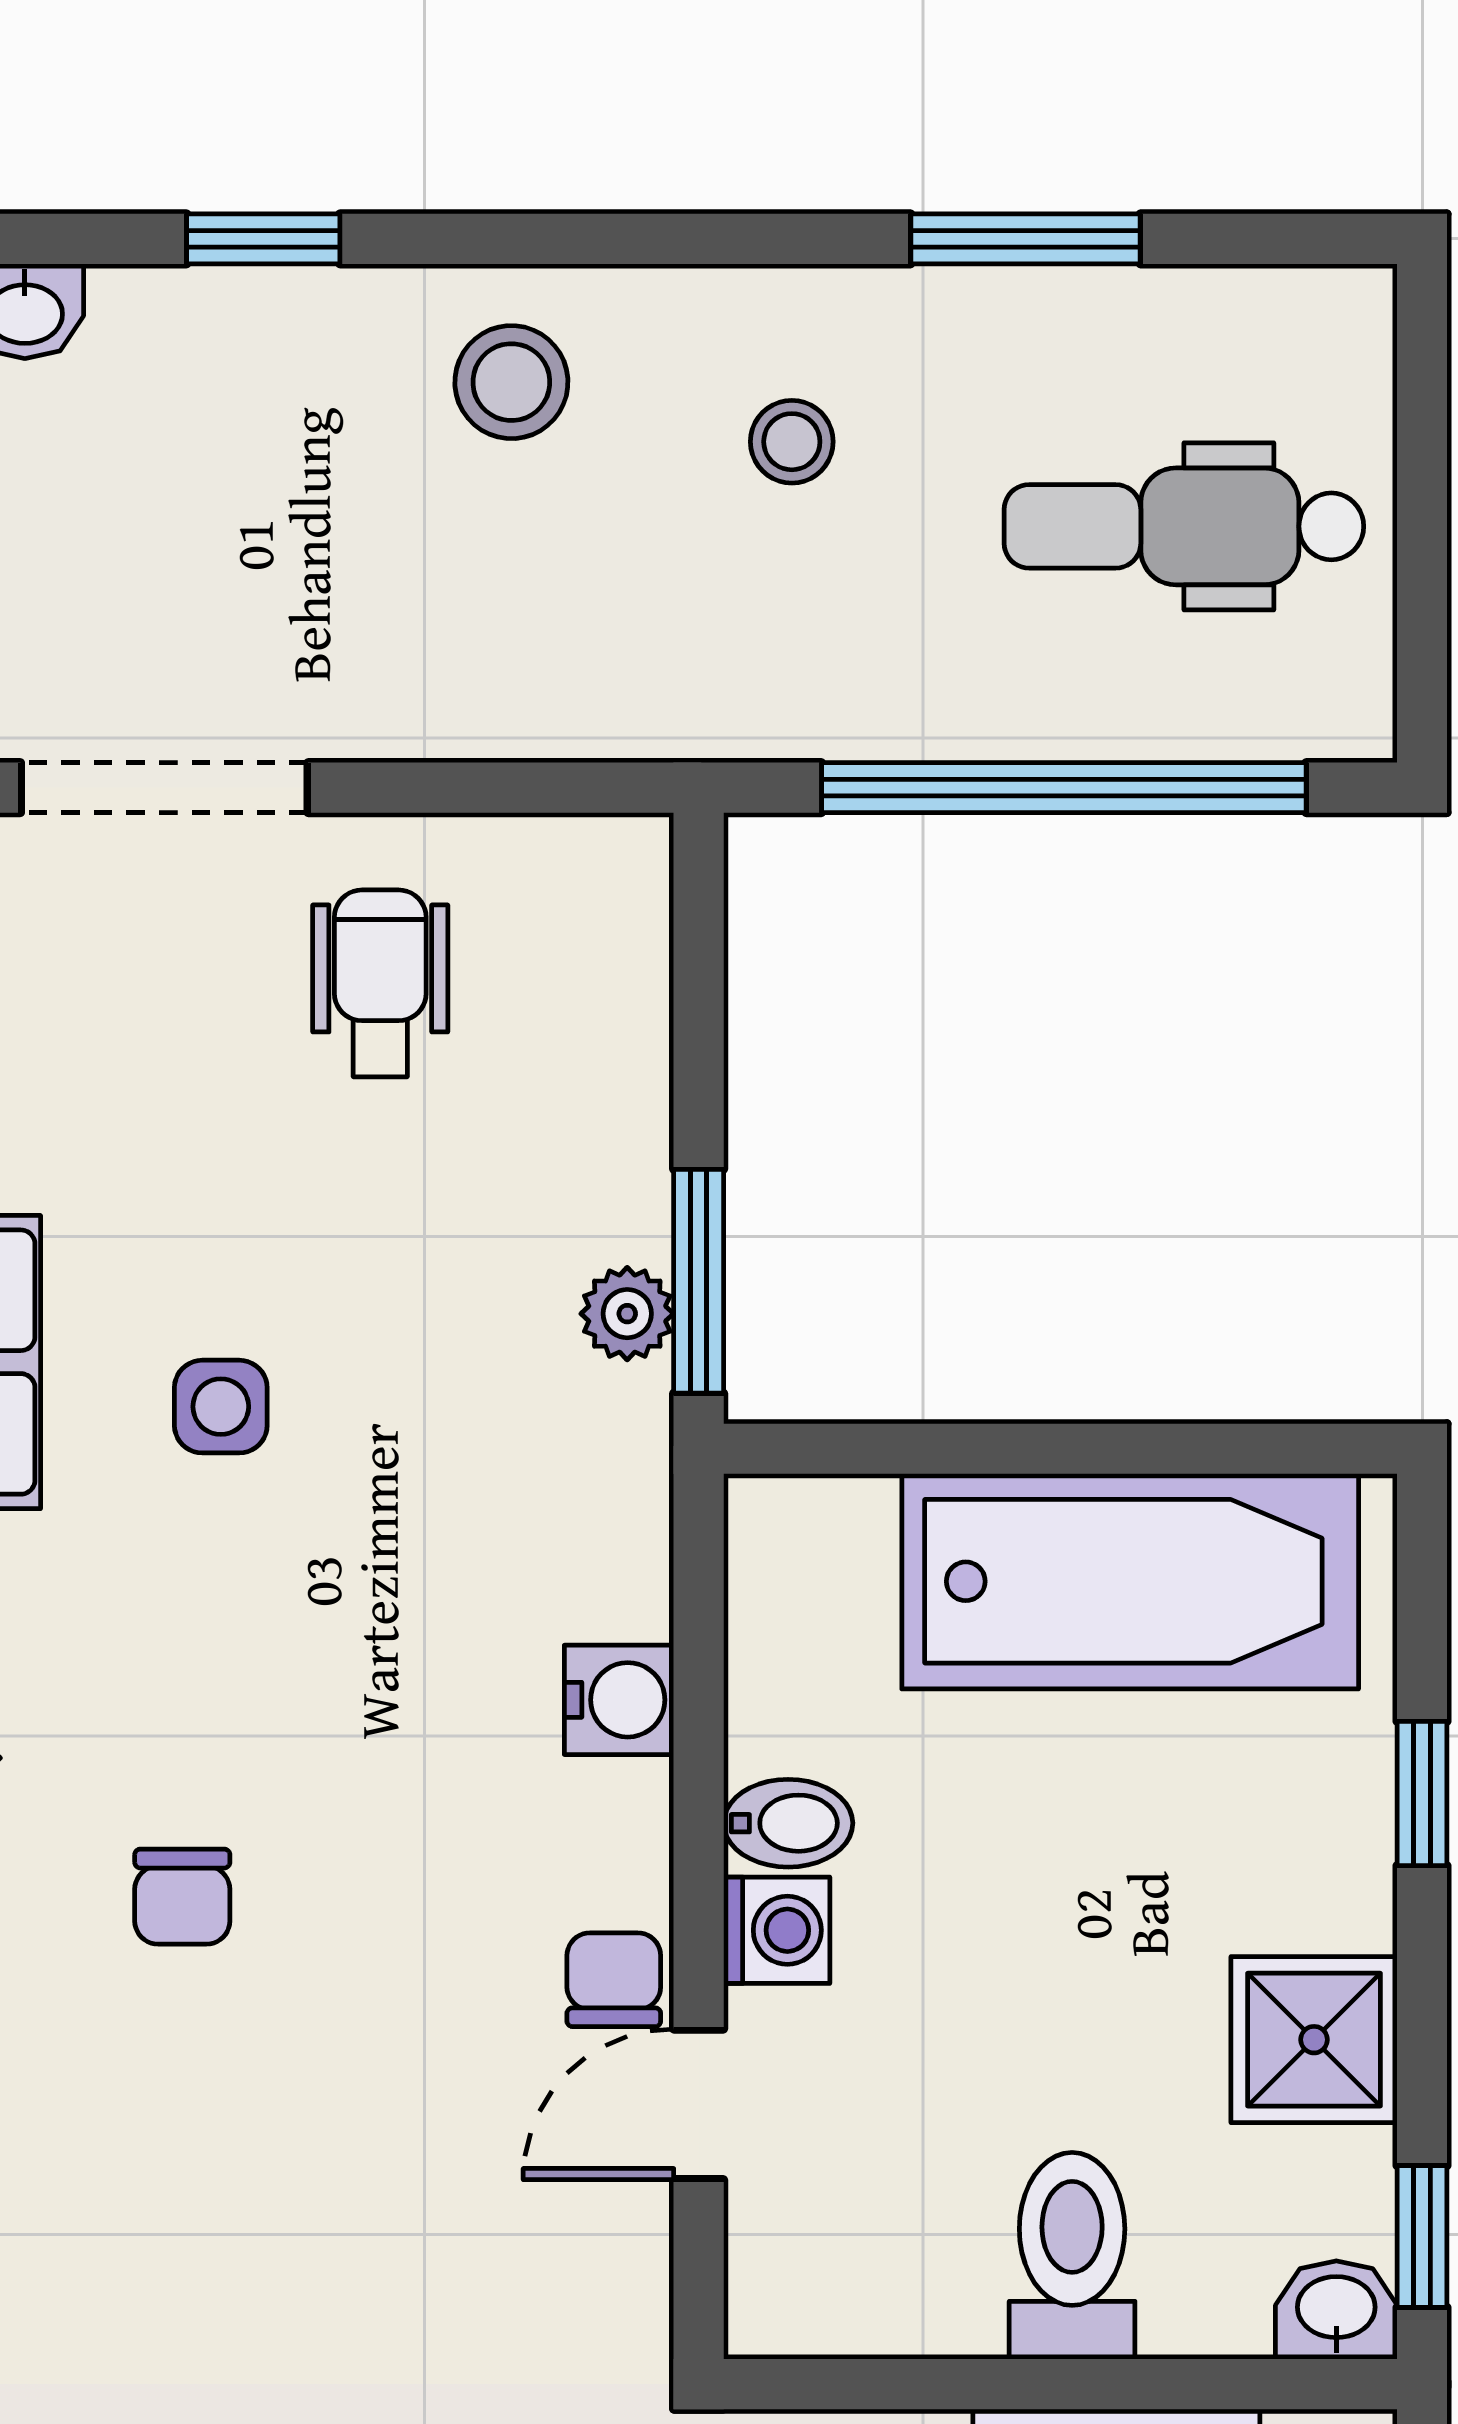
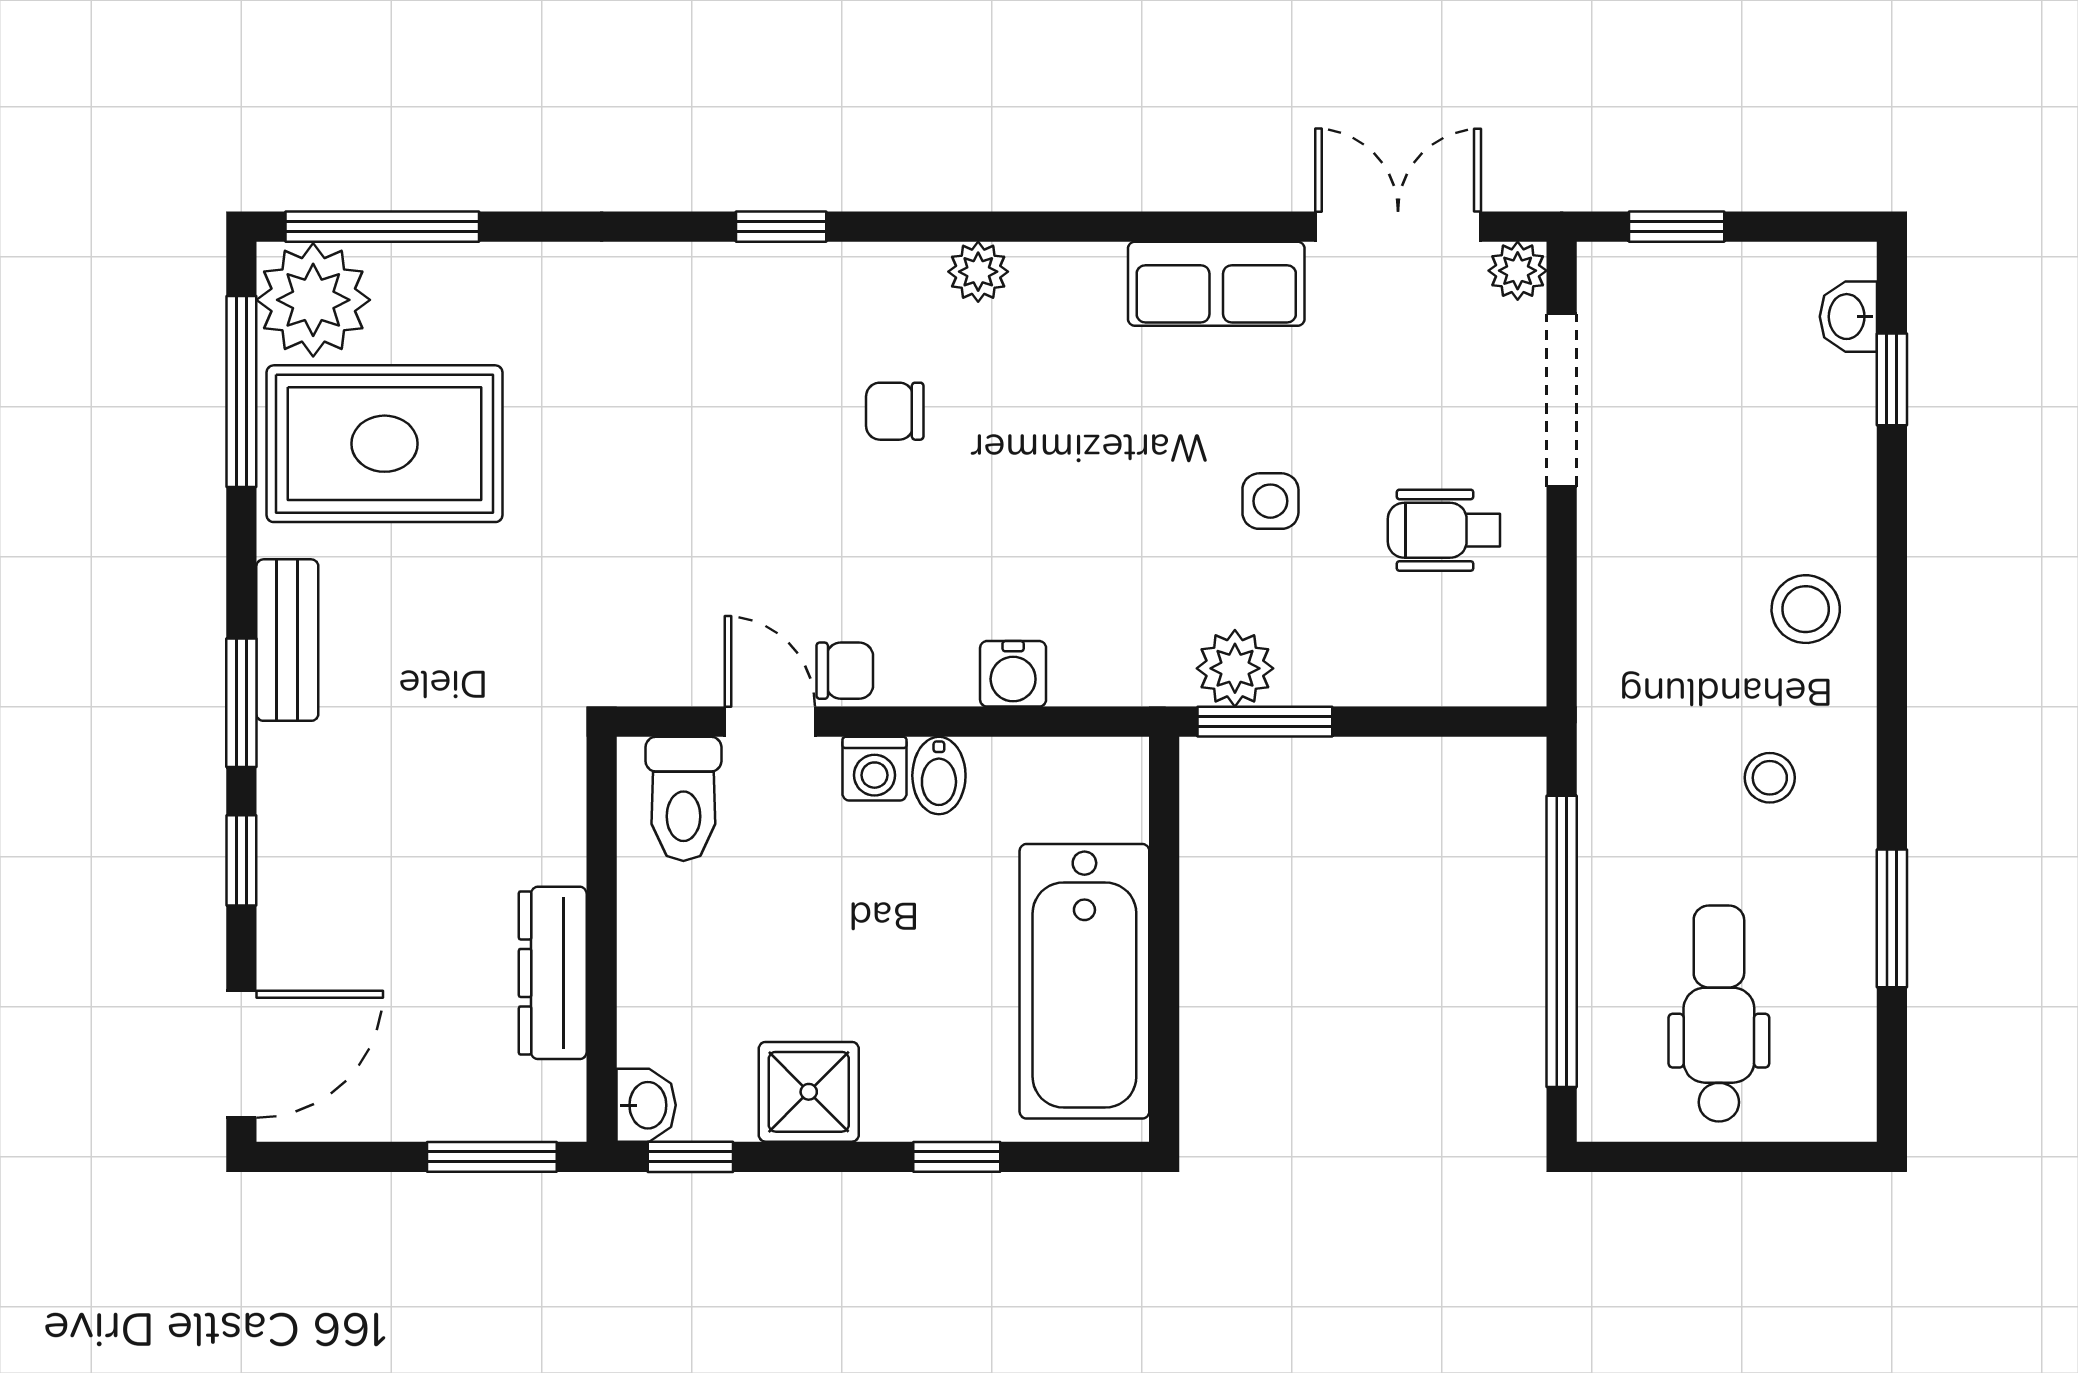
window: (263, 239) -> (1892, 379), moved
wheelchair: (380, 983) -> (1444, 530), turned 180
plant: (627, 1314) -> (1235, 668), width x1.38, depth x1.38
side table: (221, 1407) -> (1270, 501), moved
toilet: (1072, 2256) -> (683, 799), moved, turned 90

